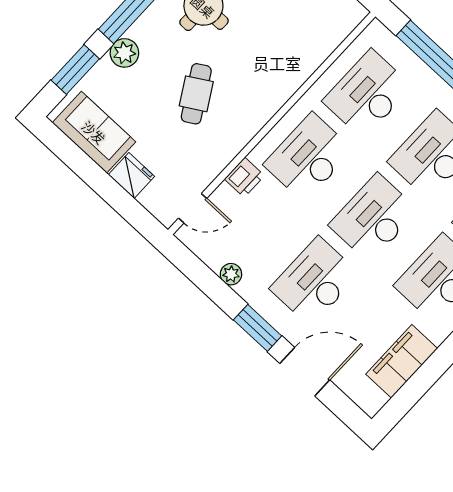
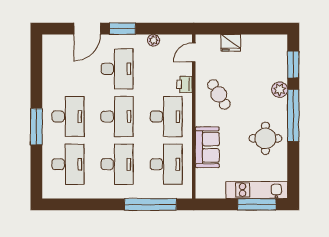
cafe table: (196, 94) -> (219, 94), moved
sofa: (94, 132) -> (207, 147), moved, turned -90
filing cabinet: (402, 361) -> (52, 69), removed

